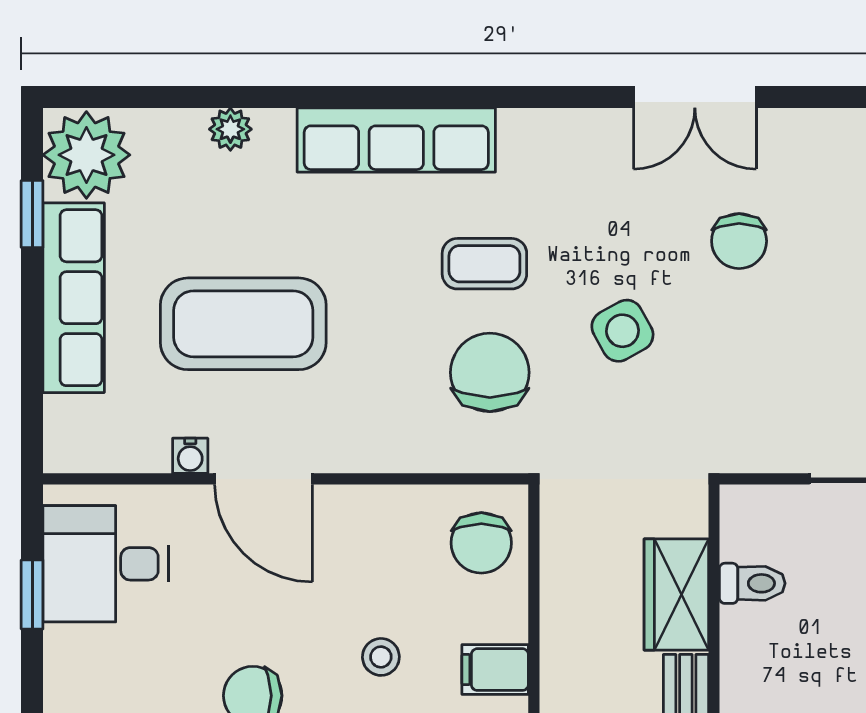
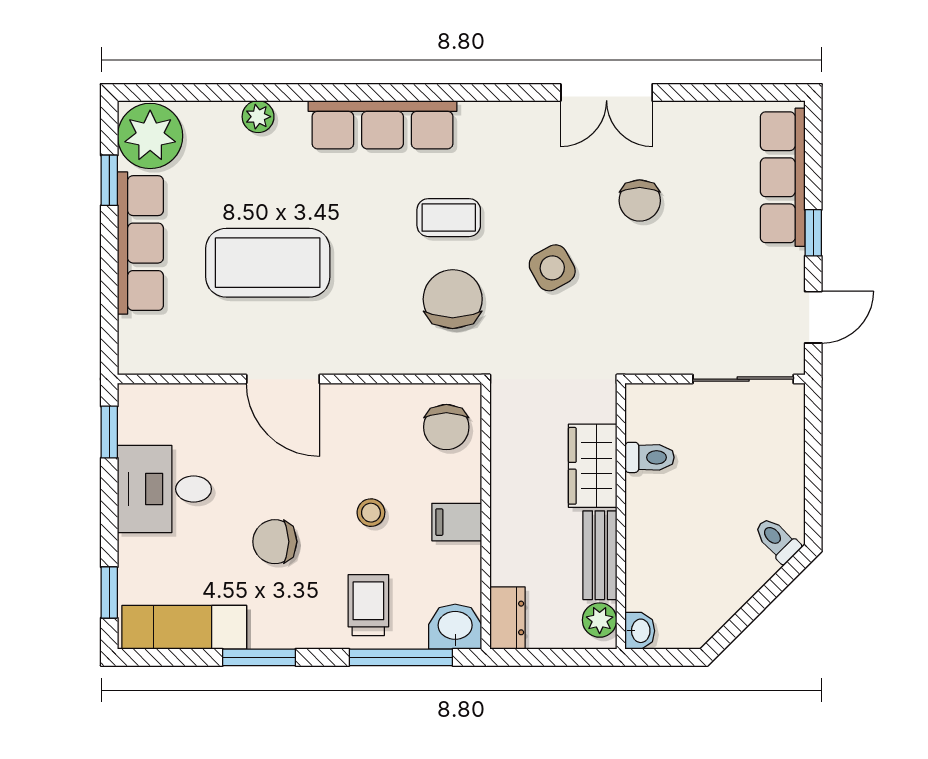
water cooler: (190, 456) -> (228, 362), removed
desk: (106, 564) -> (164, 489), moved
window: (32, 595) -> (109, 432), moved

